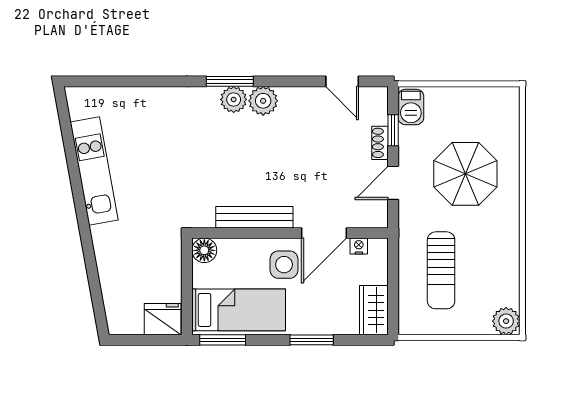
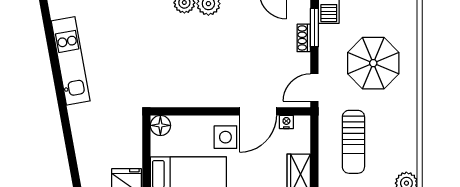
window: (393, 130) -> (314, 28), width x1.50
door: (393, 183) -> (314, 87), moved
bench: (254, 217) -> (201, 98), removed

